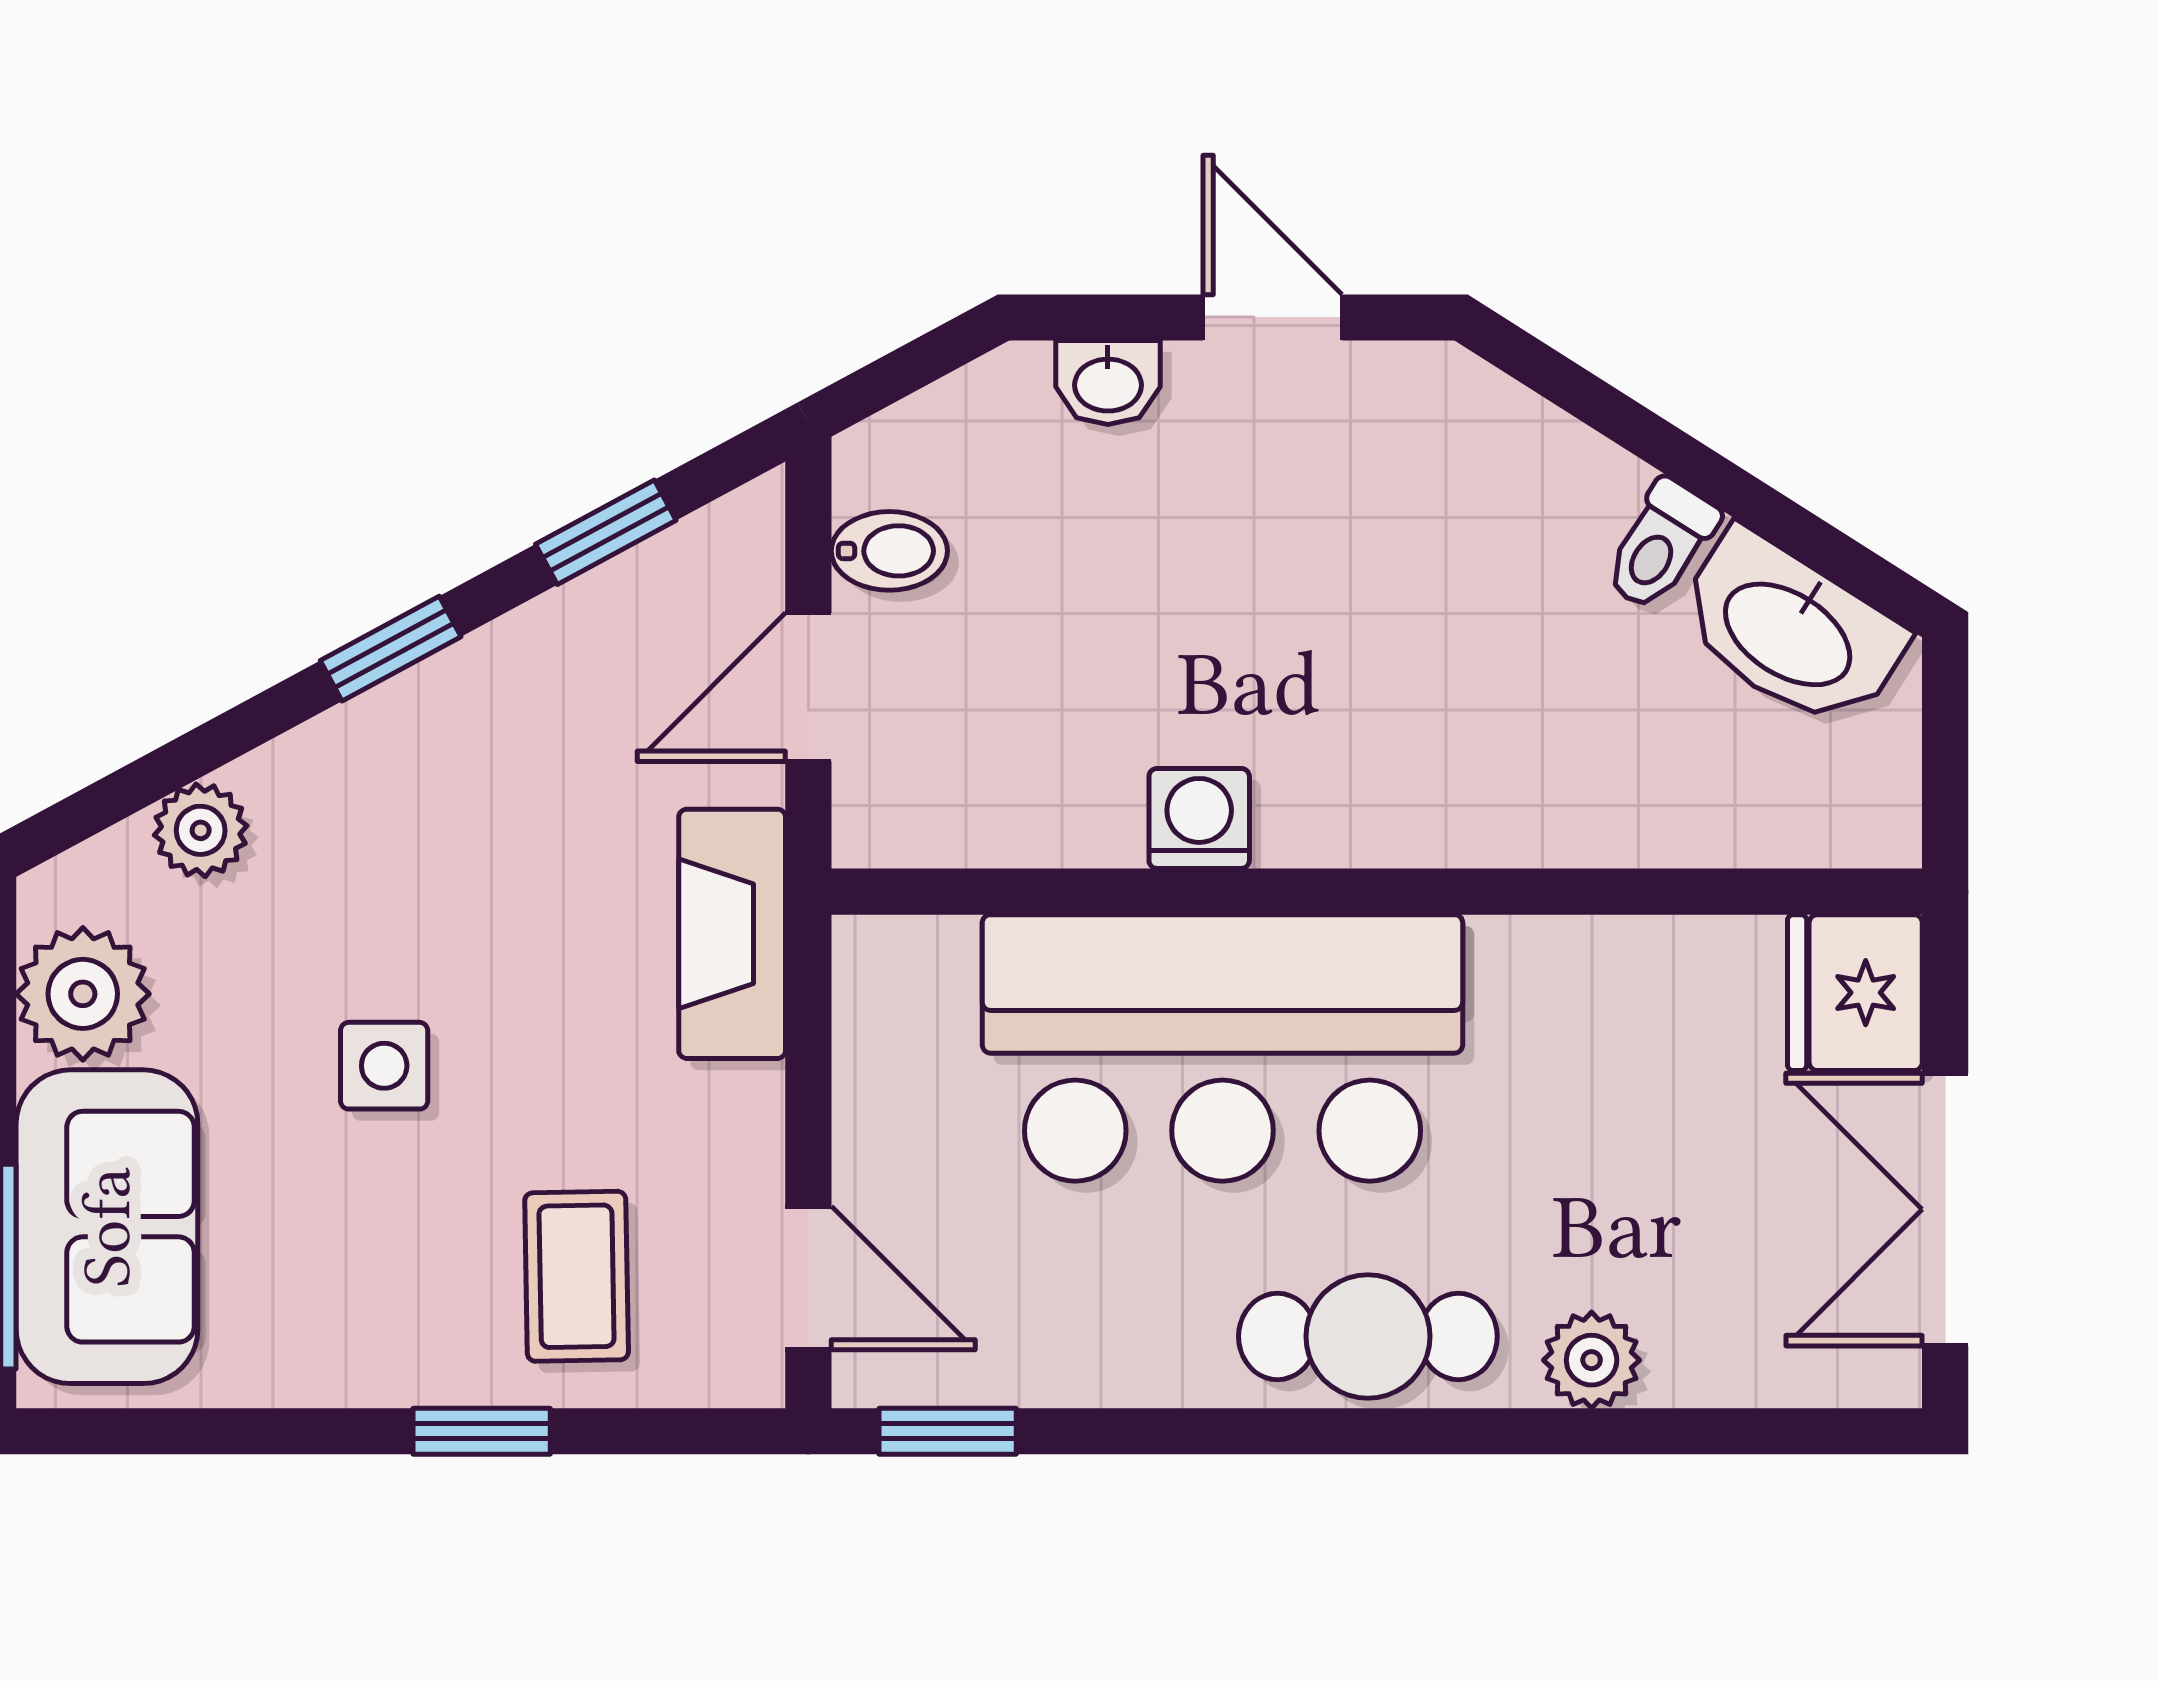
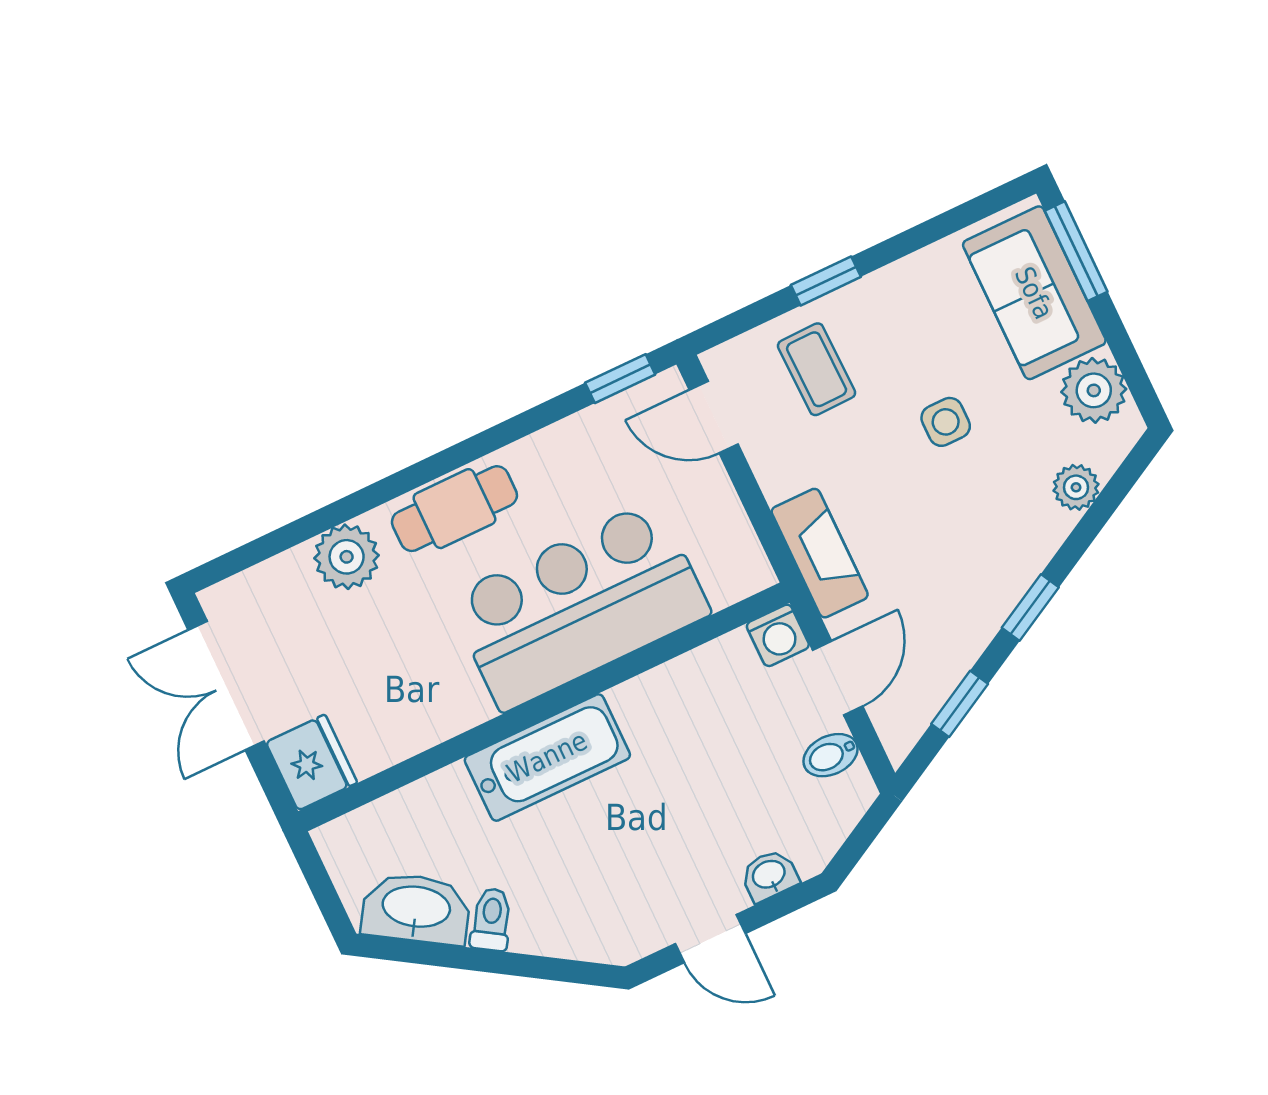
bathtub: (1415, 795) -> (547, 757), added
washing machine: (1199, 818) -> (778, 635), moved
double door: (1945, 1209) -> (226, 686), swing flipped
plant: (1592, 1360) -> (347, 557), width x1.38, depth x1.38

